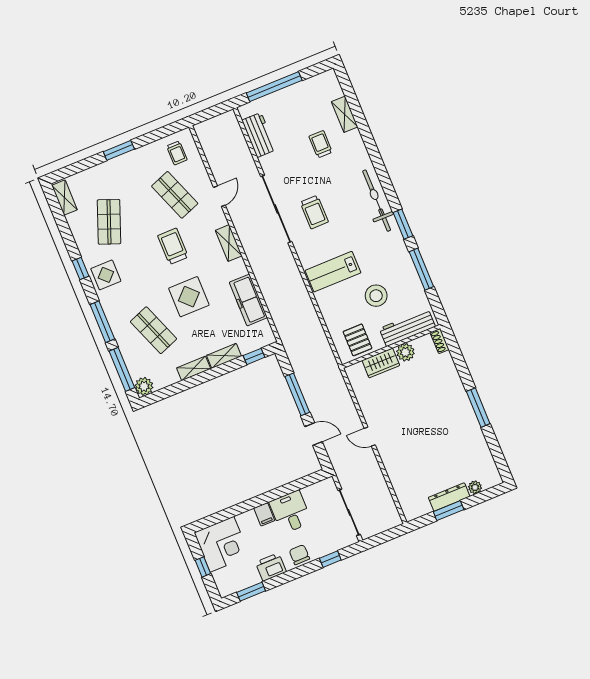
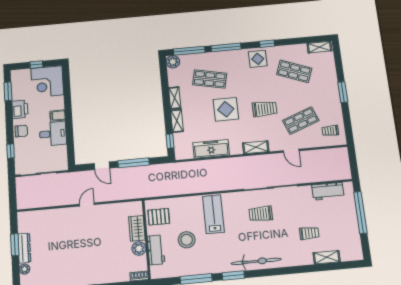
workbench: (407, 328) -> (156, 250), width x0.73
shop shelf: (153, 330) -> (210, 79), turned 33
door: (314, 434) -> (102, 166), hinge flipped

